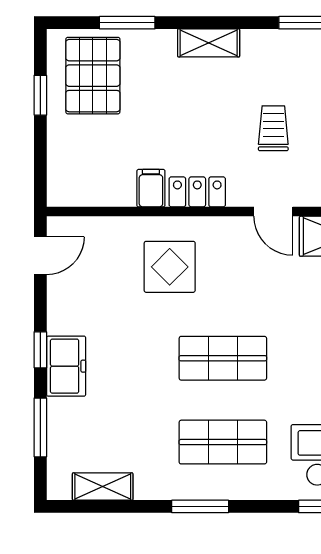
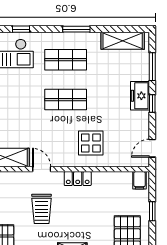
window: (40, 95) -> (152, 211), moved
trolley: (273, 128) -> (42, 209), width x1.36, depth x1.39
filing cabinet: (151, 188) -> (140, 180), moved
shelving: (103, 487) -> (123, 41), width x1.50, depth x1.33

